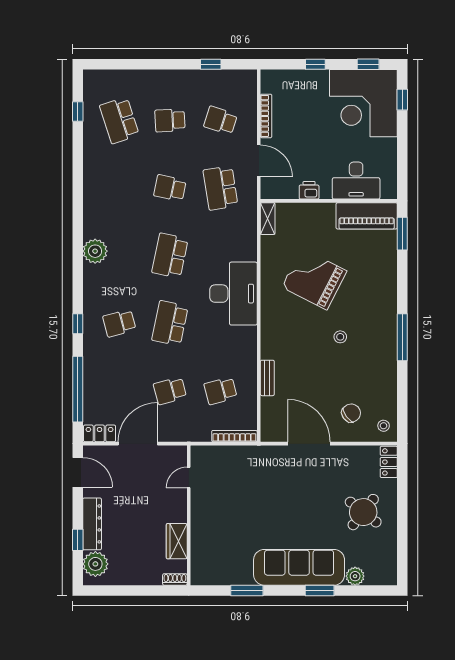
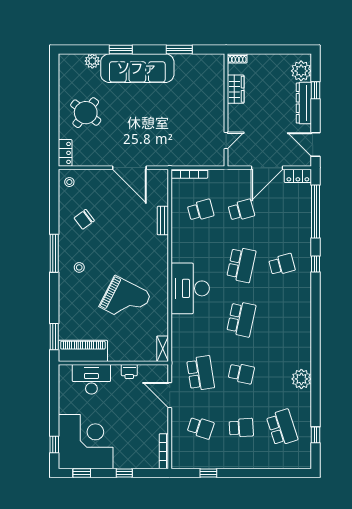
bookcase: (266, 116) -> (164, 451), moved
plant: (95, 251) -> (301, 379), moved
stool: (340, 337) -> (79, 267), moved
chair: (351, 413) -> (84, 219), moved

